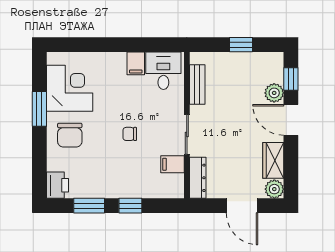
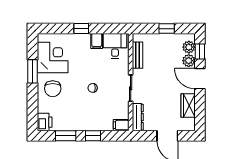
window: (113, 45) -> (81, 29), added
filing cabinet: (173, 164) -> (121, 125), moved
plant: (274, 189) -> (189, 47), moved

